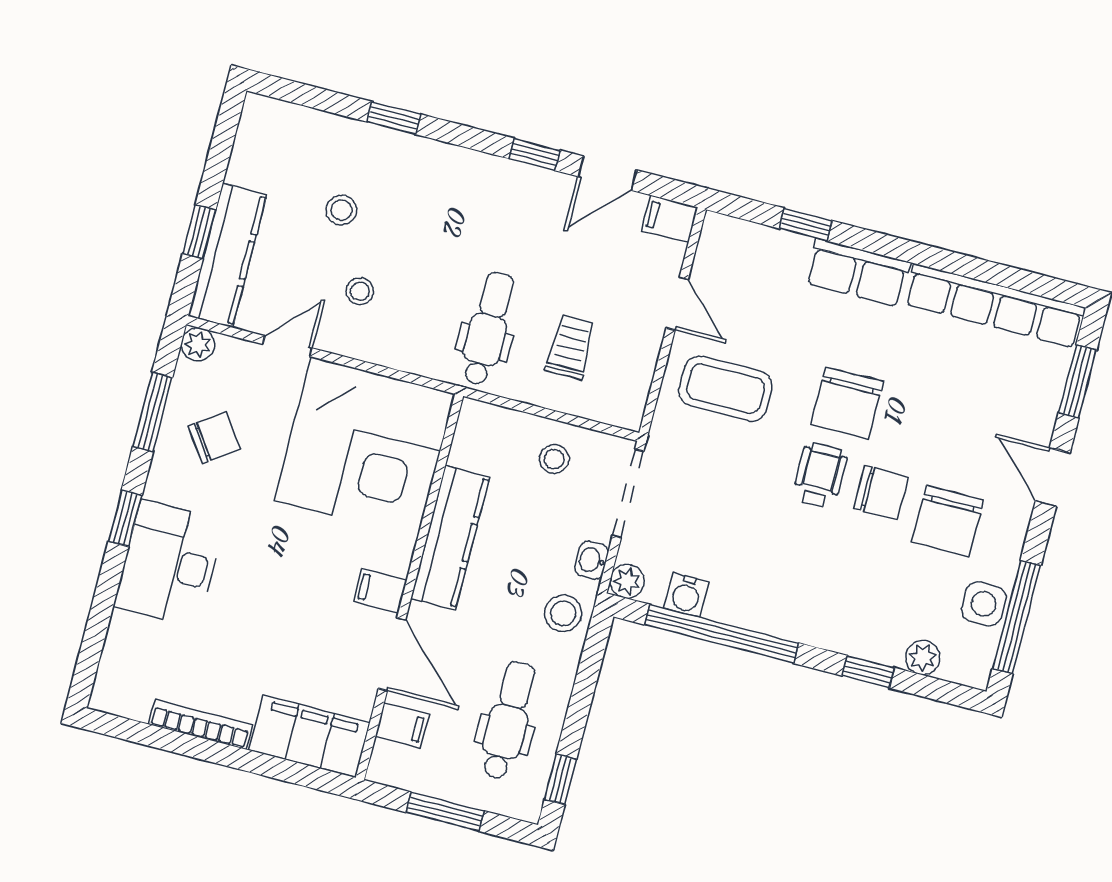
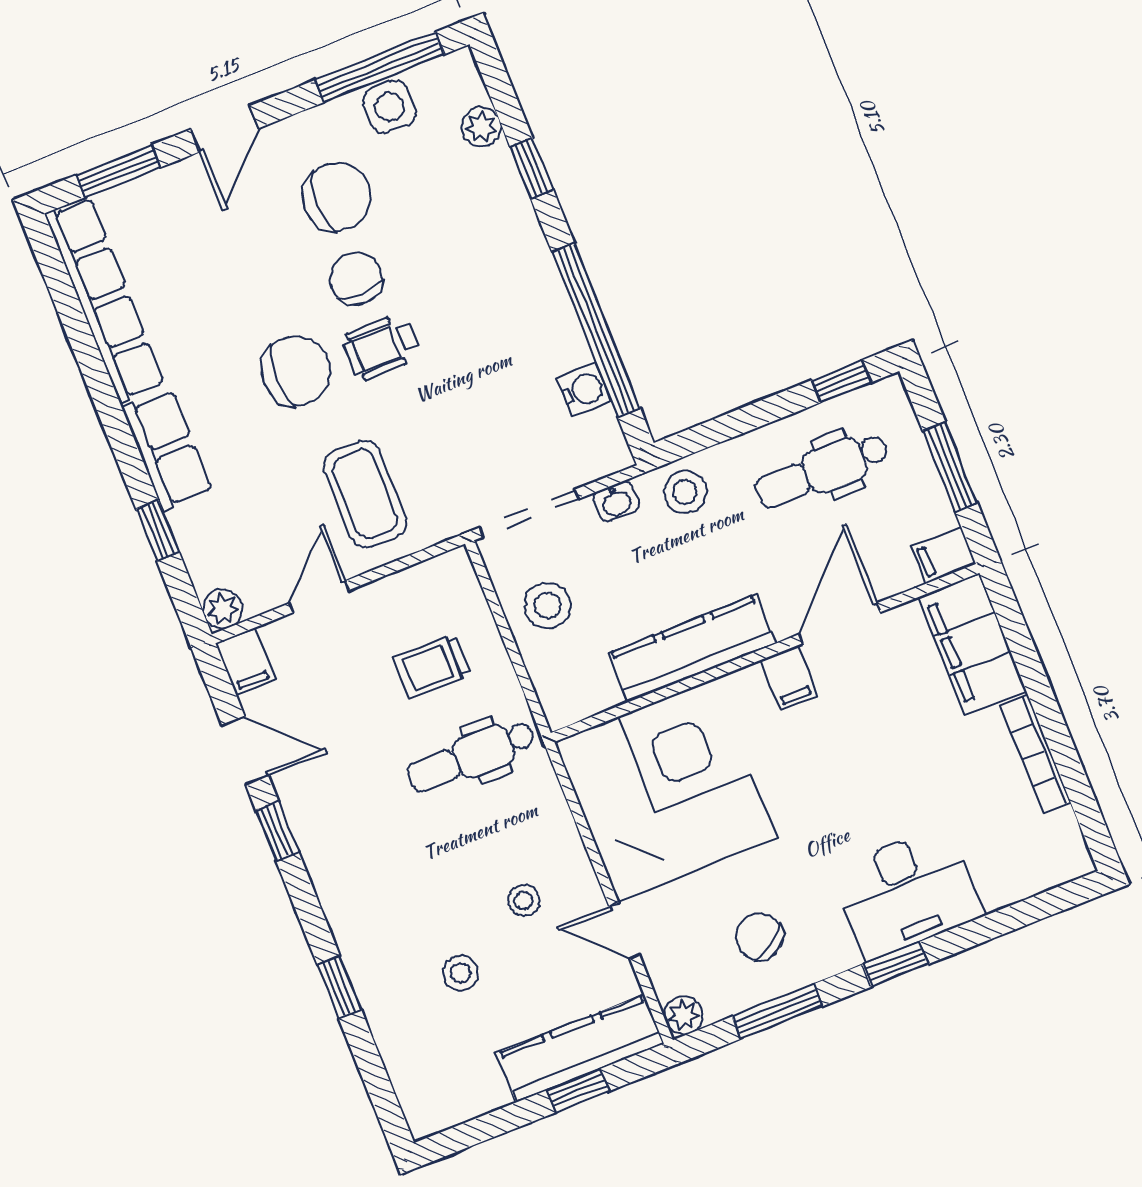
stool: (554, 459) -> (548, 605), width x1.37, depth x1.37
plant: (627, 581) -> (223, 609), moved
filing cabinet: (402, 725) -> (944, 555), moved, turned -90

